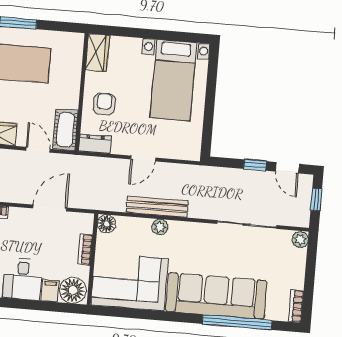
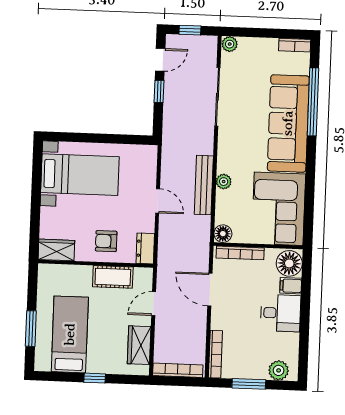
cot: (66, 130) -> (113, 277), moved
bookcase: (85, 249) -> (240, 253), width x1.56

